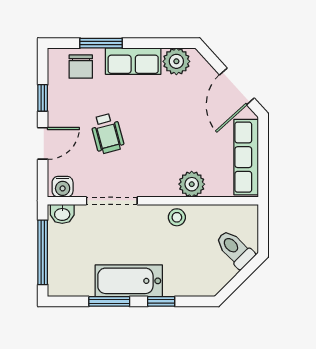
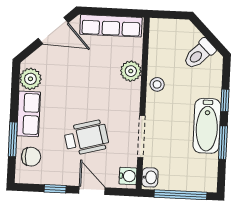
wheelchair: (107, 133) -> (86, 138), width x1.36, depth x1.37
toilet: (235, 249) -> (199, 54), moved

